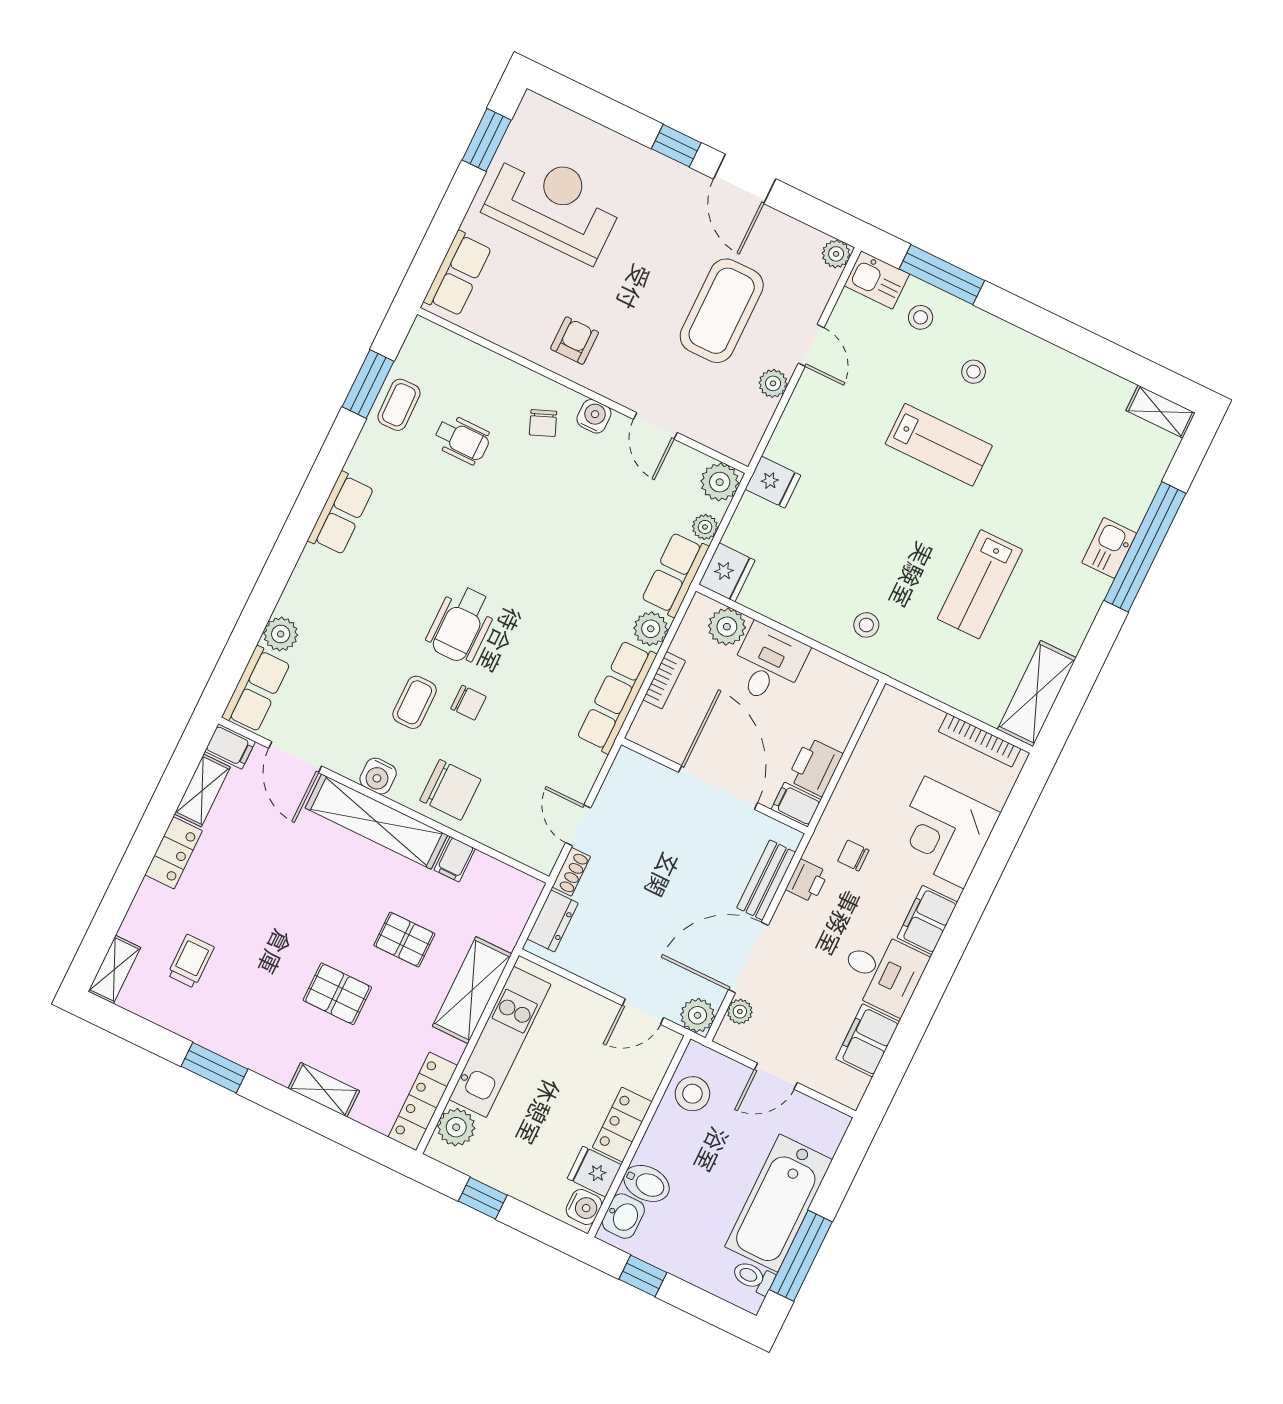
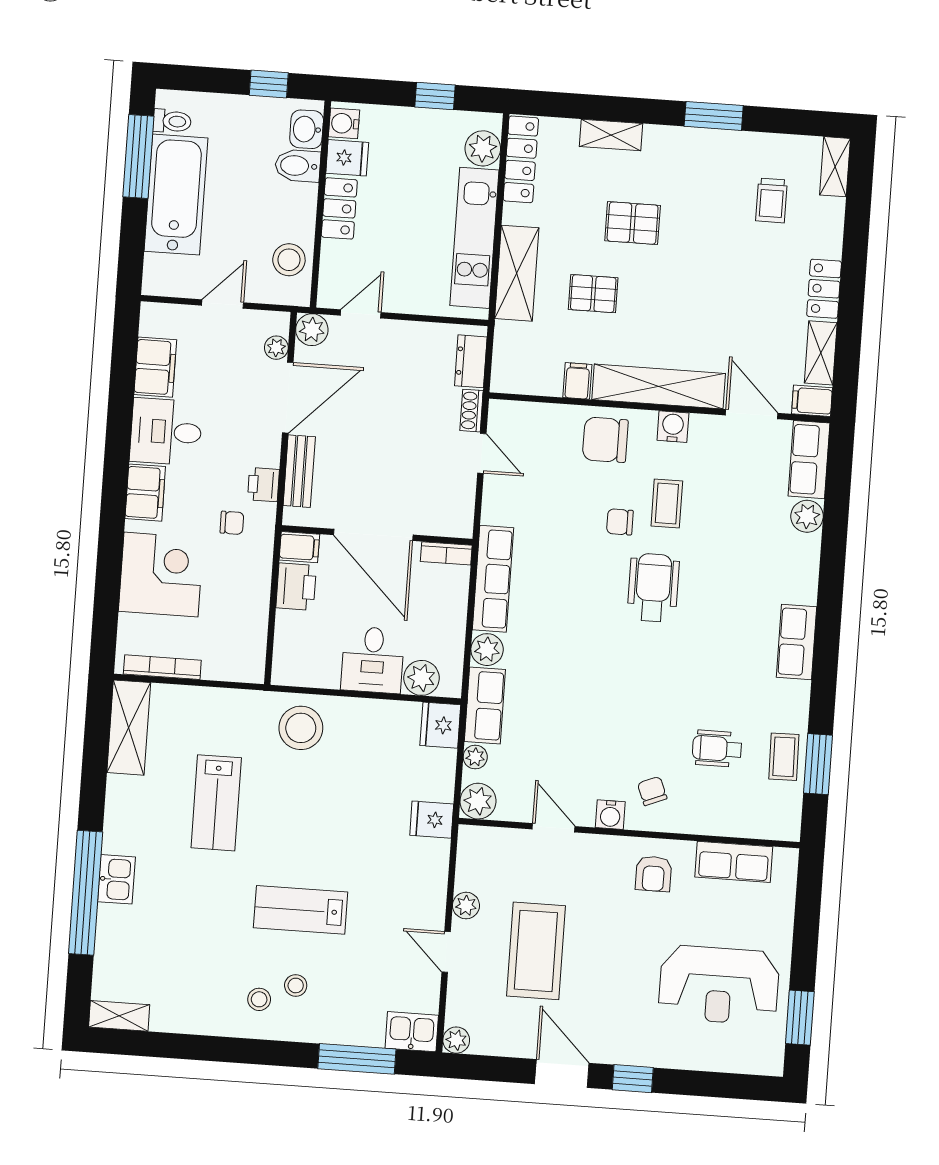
row of seats: (458, 274) -> (734, 862), moved, turned -90
stool: (921, 317) -> (259, 999), moved
lab bench: (980, 584) -> (216, 803), turned 180
stool: (866, 625) -> (301, 728), width x1.89, depth x1.89
bookcase: (664, 680) -> (446, 553), moved, turned -90

